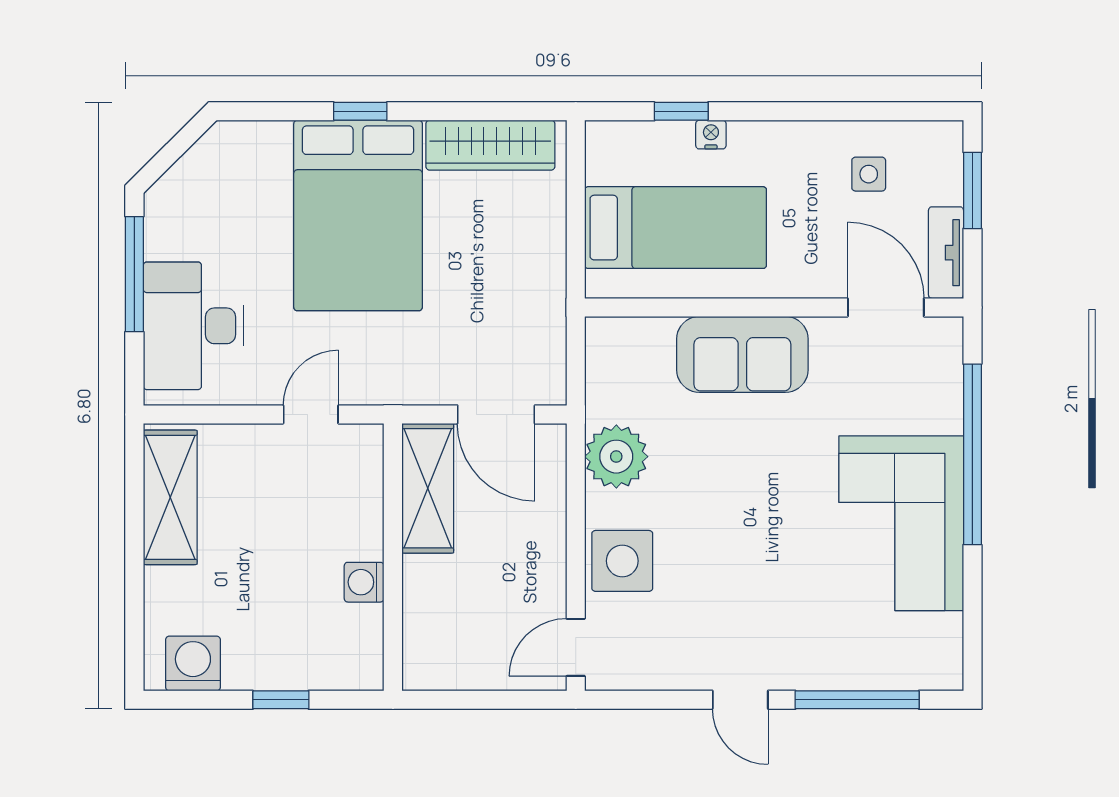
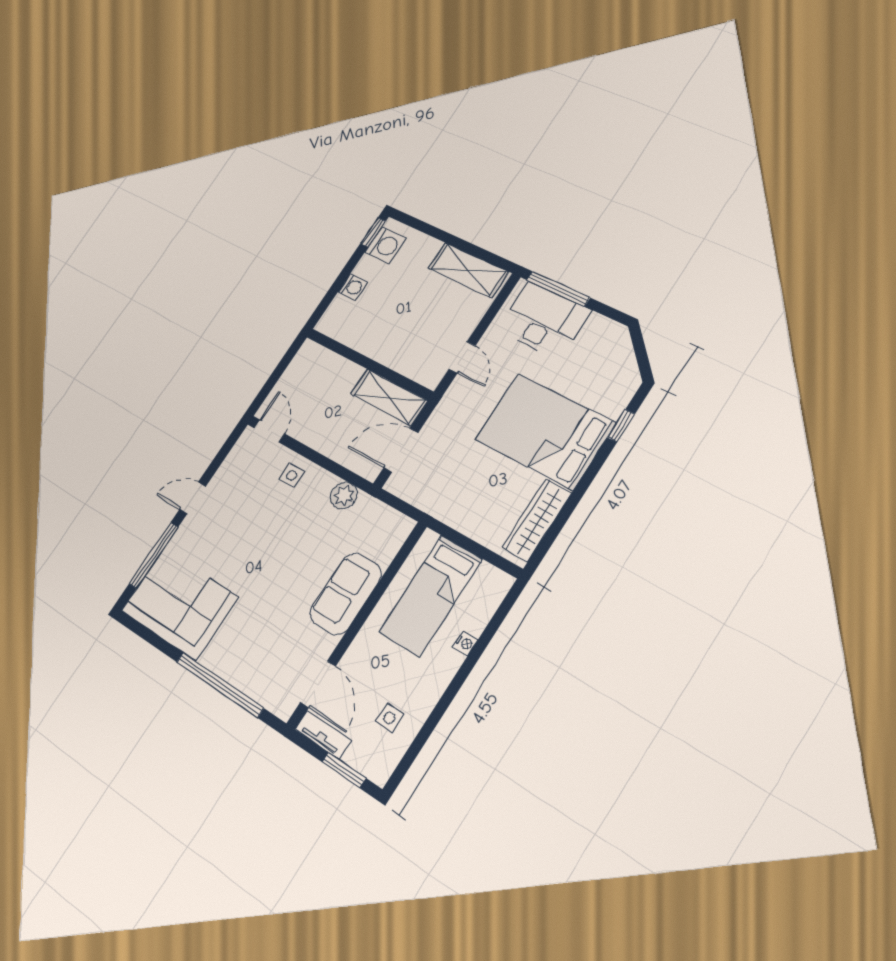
window: (360, 111) -> (621, 426), moved
window: (681, 111) -> (488, 634), removed
window: (134, 274) -> (558, 289), moved
door: (886, 307) -> (318, 684), hinge flipped
plant: (616, 457) -> (344, 496), width x0.73, depth x0.73
corner sofa: (901, 523) -> (179, 604), moved
side table: (622, 561) -> (292, 476), width x0.54, depth x0.54
washing machine: (364, 582) -> (353, 287), moved, turned 90
window: (281, 700) -> (373, 232), moved

